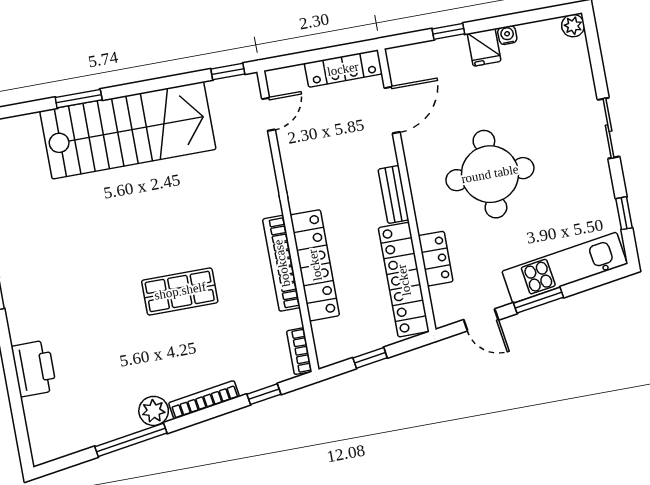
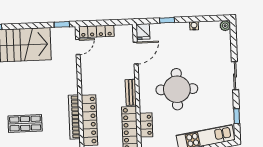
fridge: (484, 47) -> (143, 32), moved
locker: (343, 69) -> (96, 31), moved

